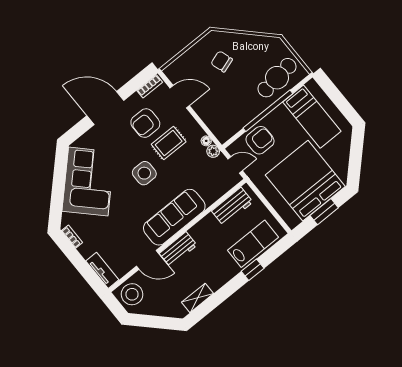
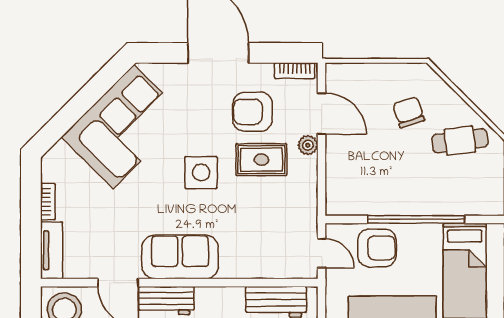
cafe table: (277, 78) -> (460, 141), moved, width x0.73, depth x0.74
floor lamp: (206, 141) -> (310, 195), removed
plant: (213, 151) -> (308, 145), moved
sofa: (174, 217) -> (180, 257), width x0.73
bookcase: (72, 237) -> (48, 202), moved

